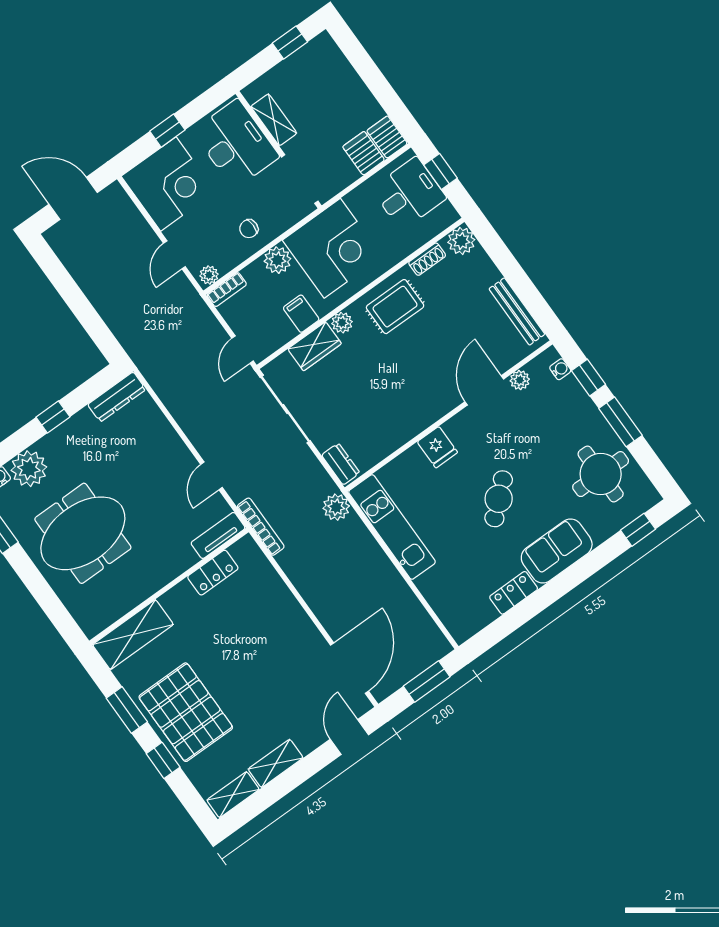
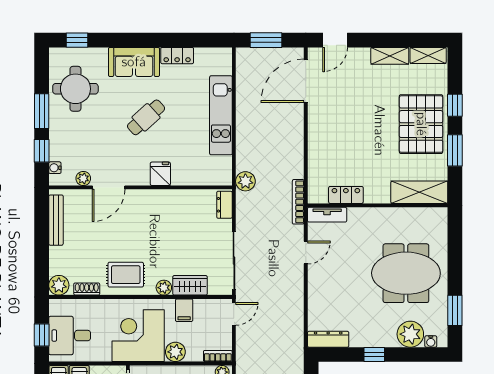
kitchen unit: (392, 527) -> (221, 115), moved

